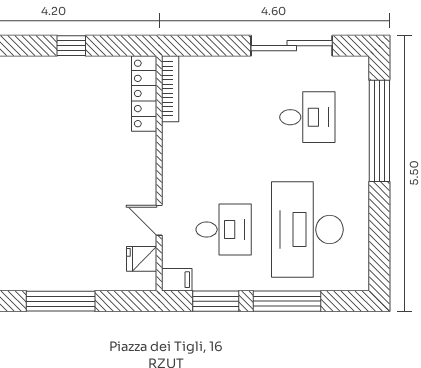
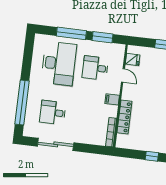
locker: (144, 93) -> (124, 117), moved
filing cabinet: (177, 280) -> (112, 99), moved

